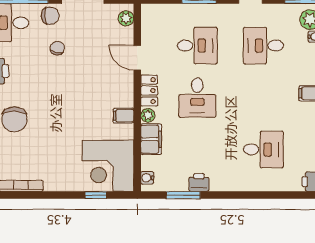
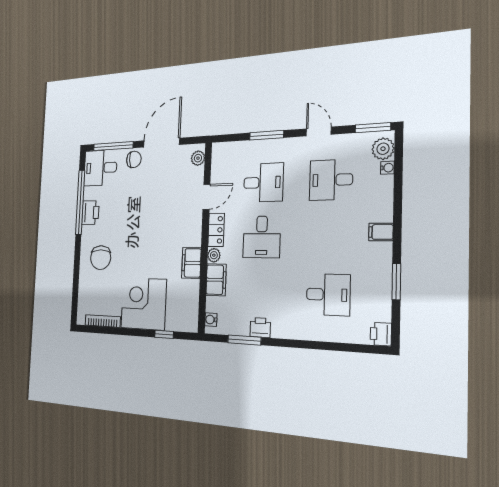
chair: (57, 48) -> (138, 190), removed
door: (137, 58) -> (206, 197), swing flipped
filing cabinet: (123, 116) -> (191, 263), width x2.00
corner desk: (108, 166) -> (144, 304), moved, turned 90

